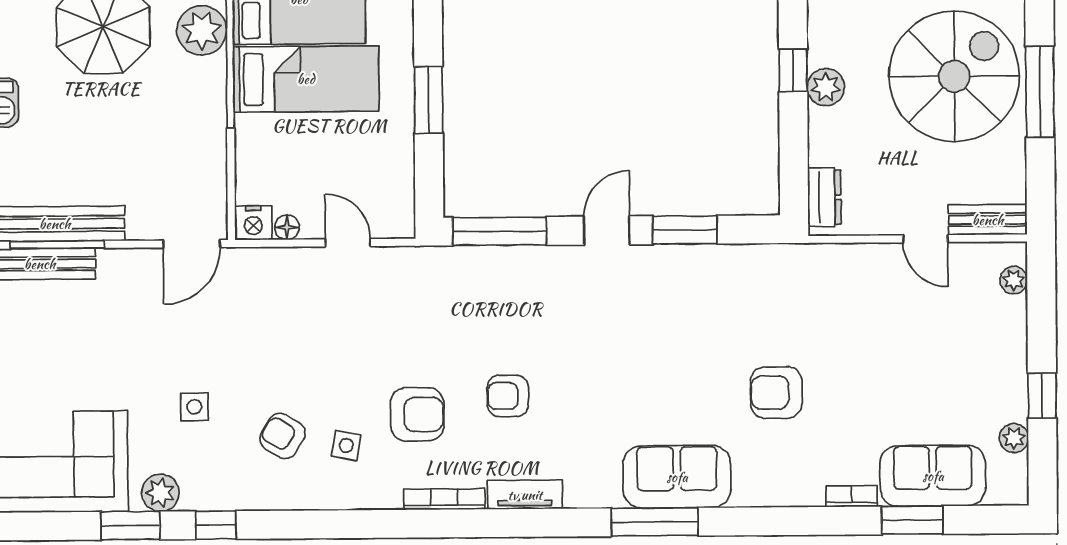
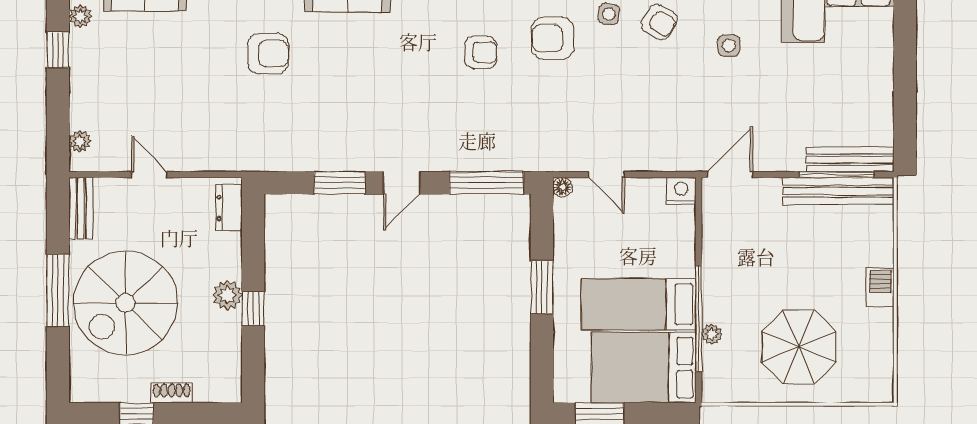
plant: (202, 30) -> (712, 334), width x0.53, depth x0.53
bench: (988, 220) -> (81, 208), moved, turned 90
floor lamp: (287, 227) -> (563, 187), moved

